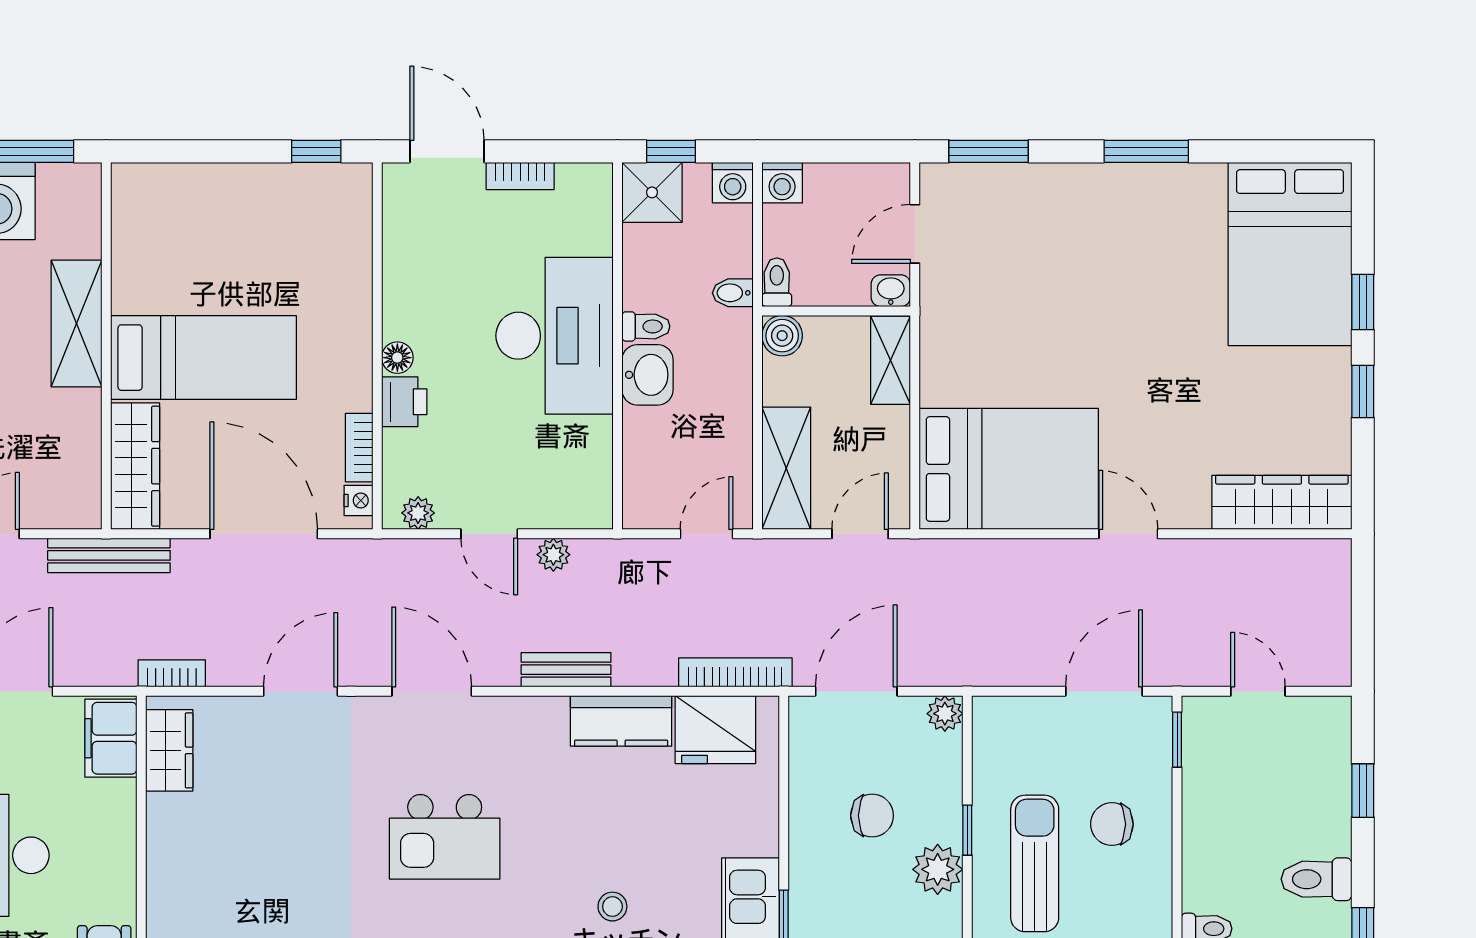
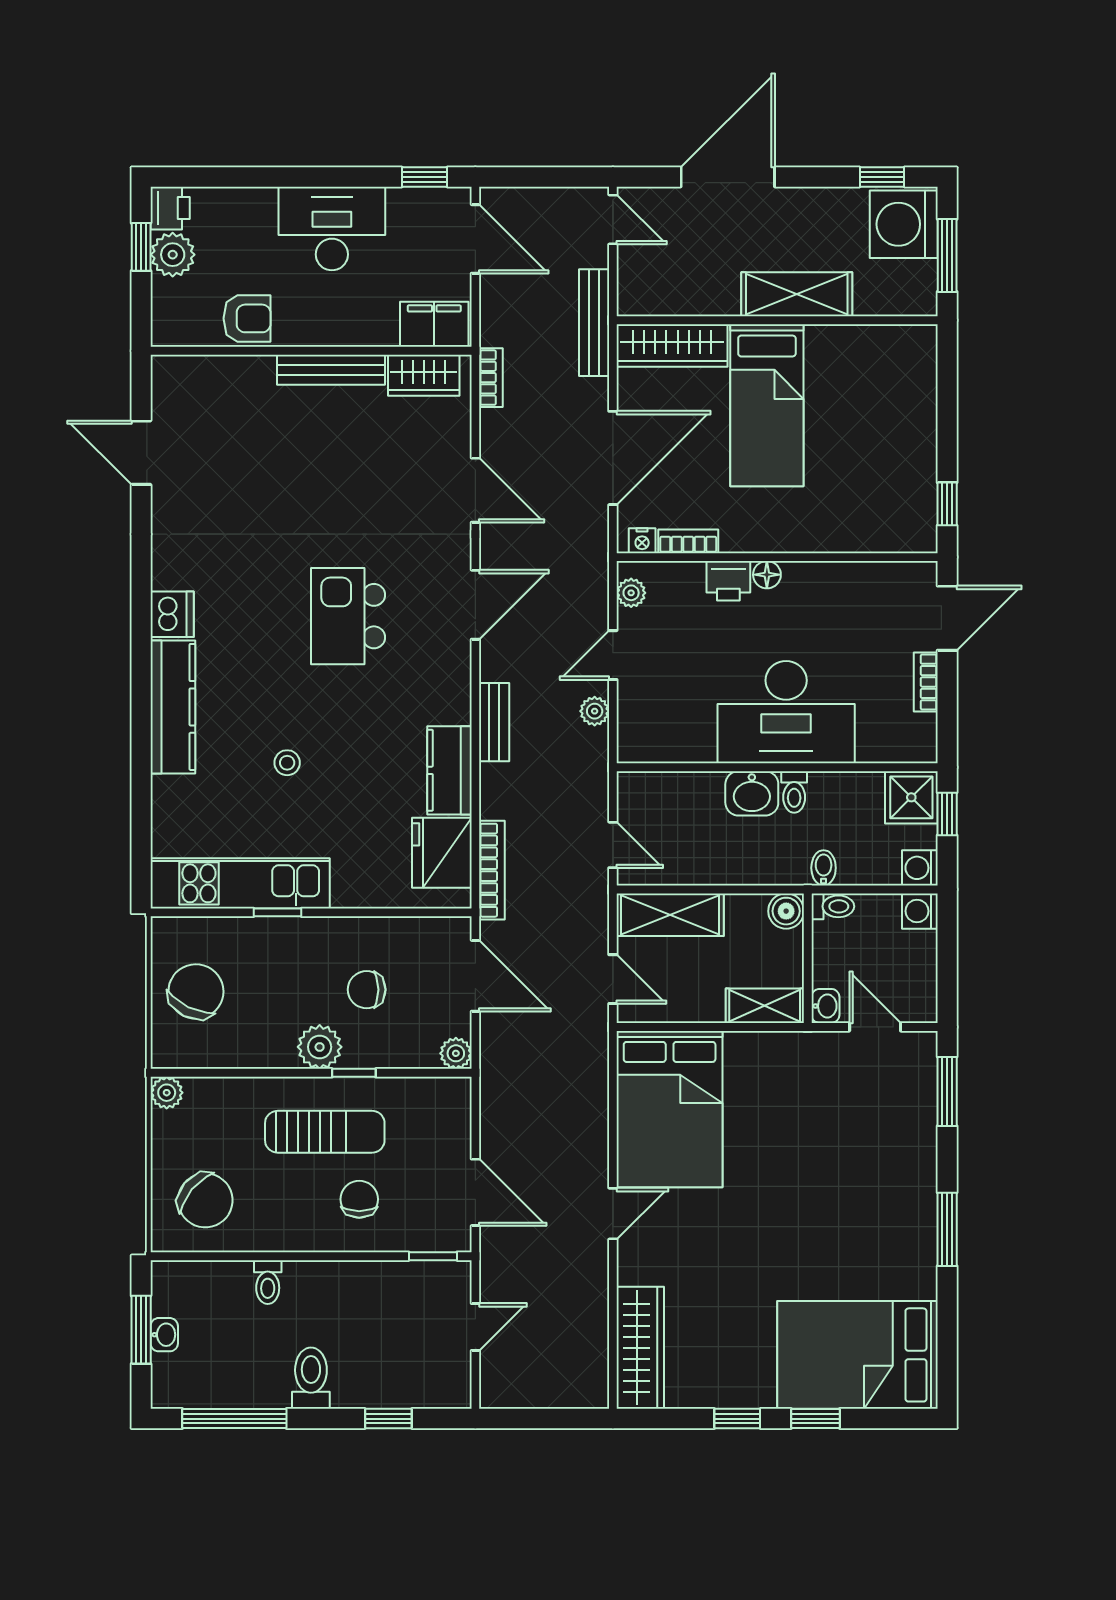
chair: (872, 816) -> (367, 990), turned 90
bench: (163, 856) -> (331, 370), added

